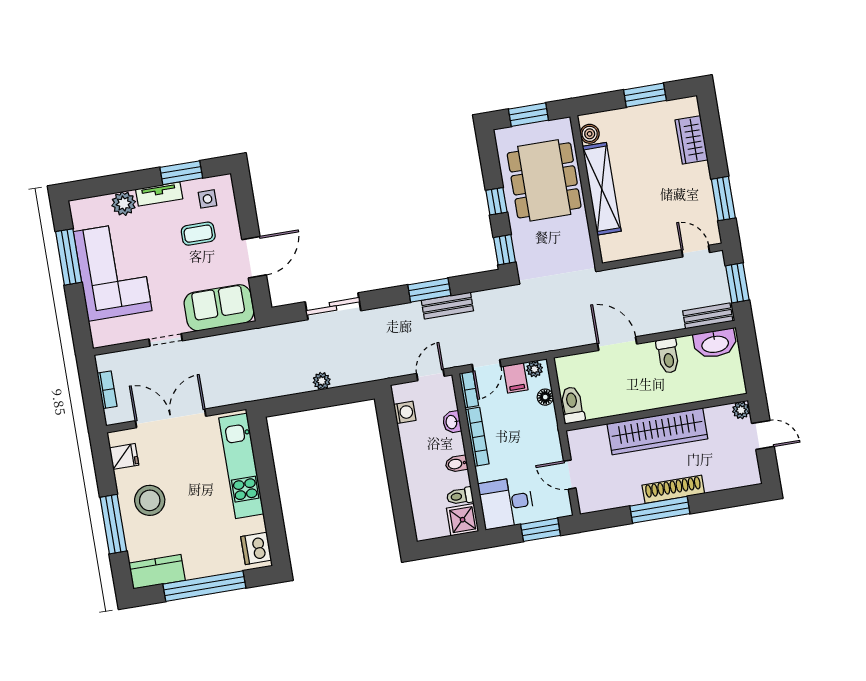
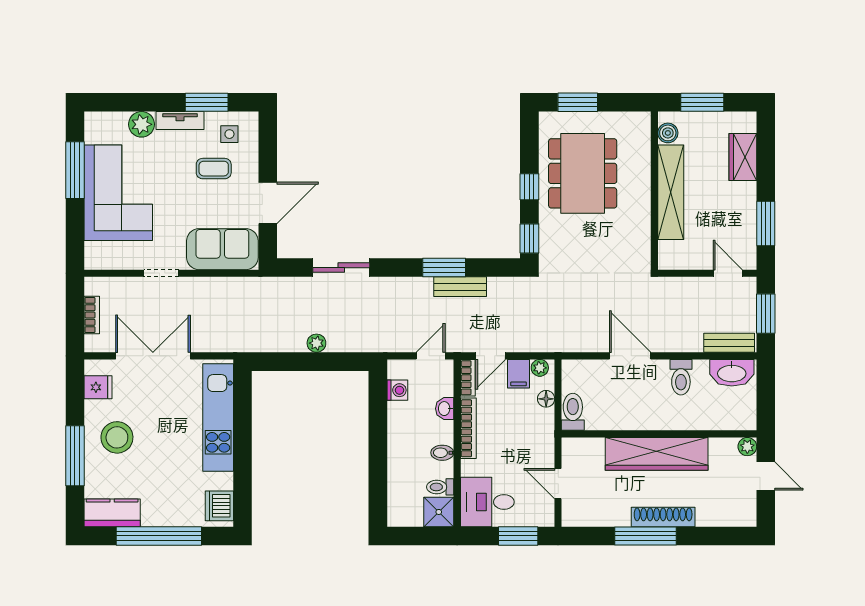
boiler: (590, 134) -> (668, 133), moved
shelving: (602, 189) -> (671, 192), moved
wall: (586, 190) -> (654, 191), moved

